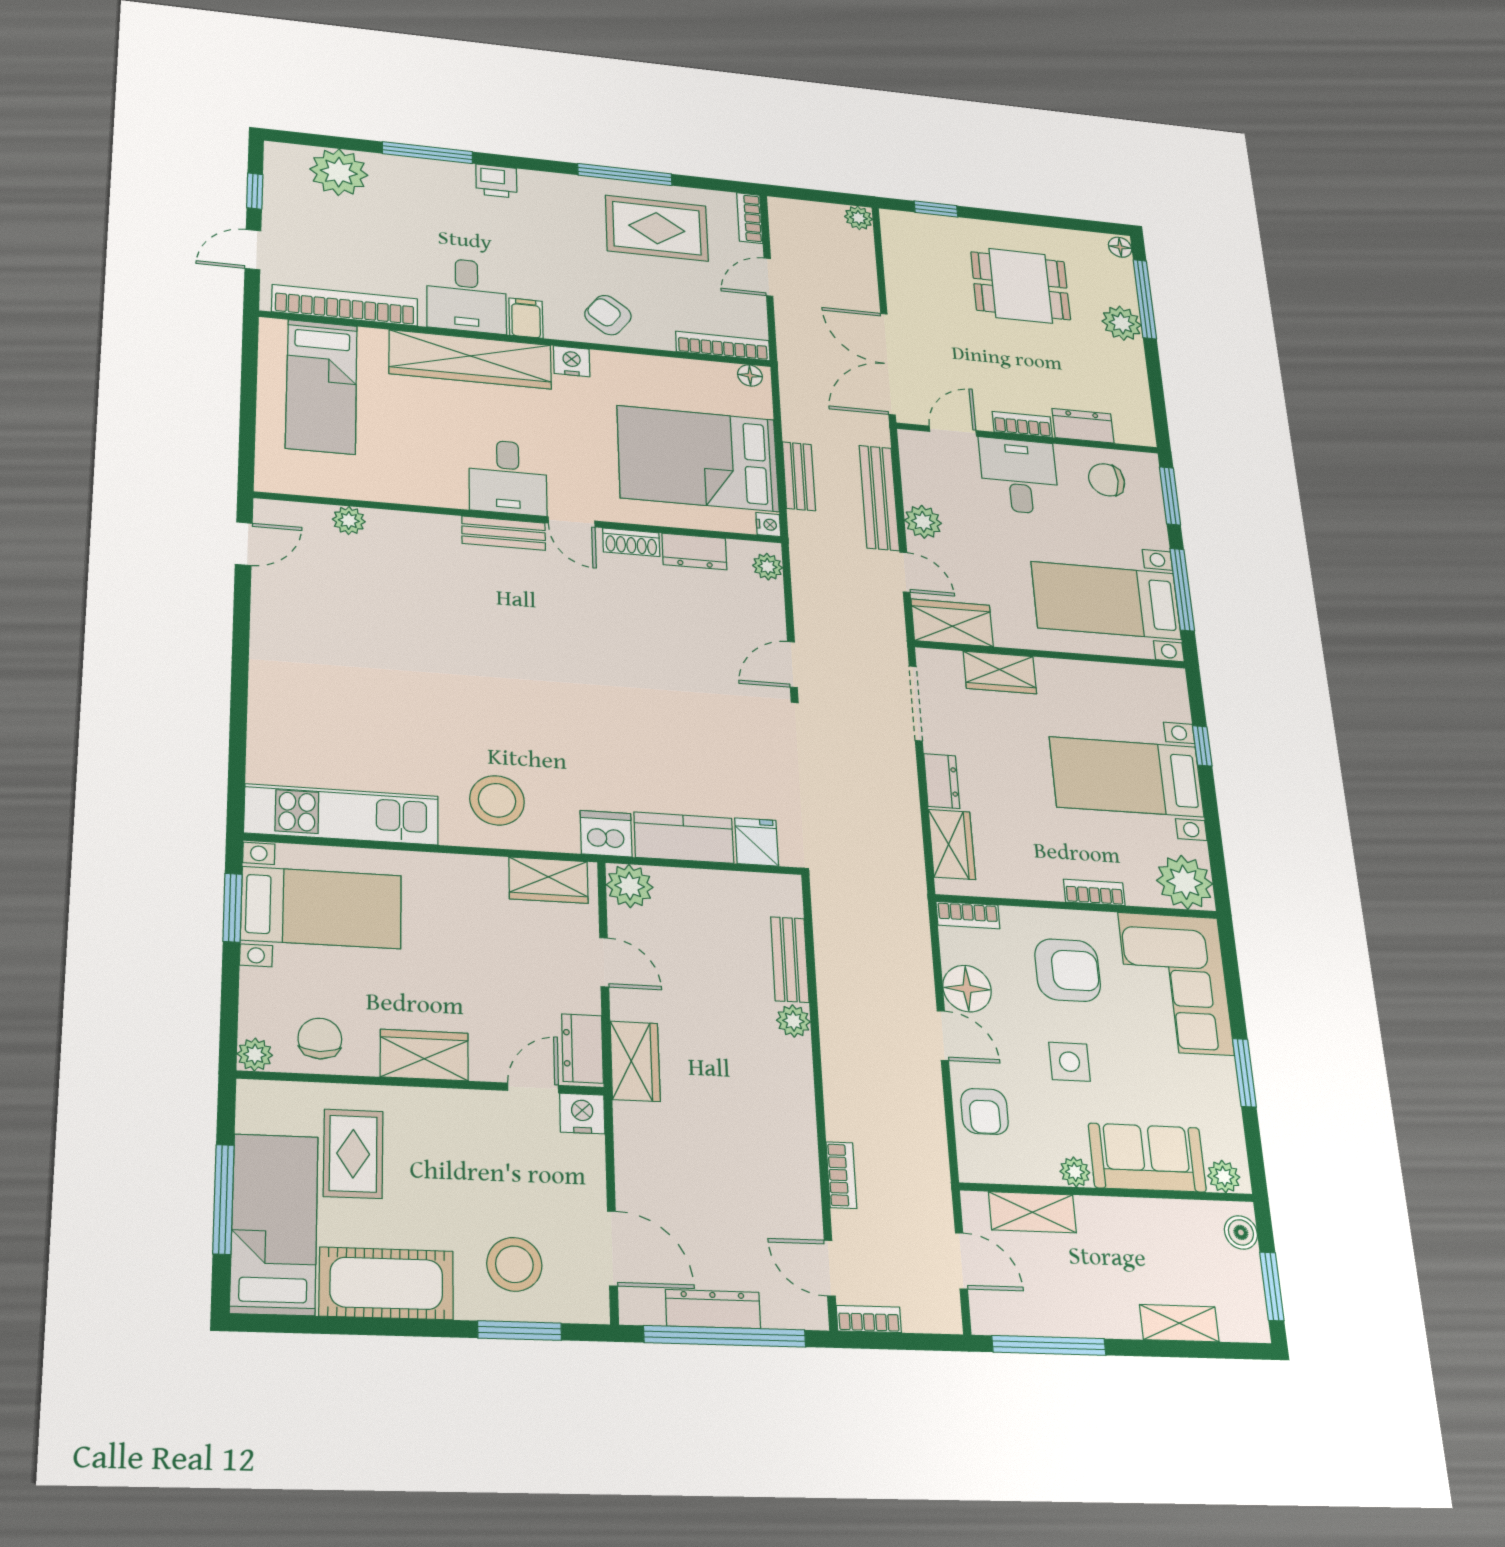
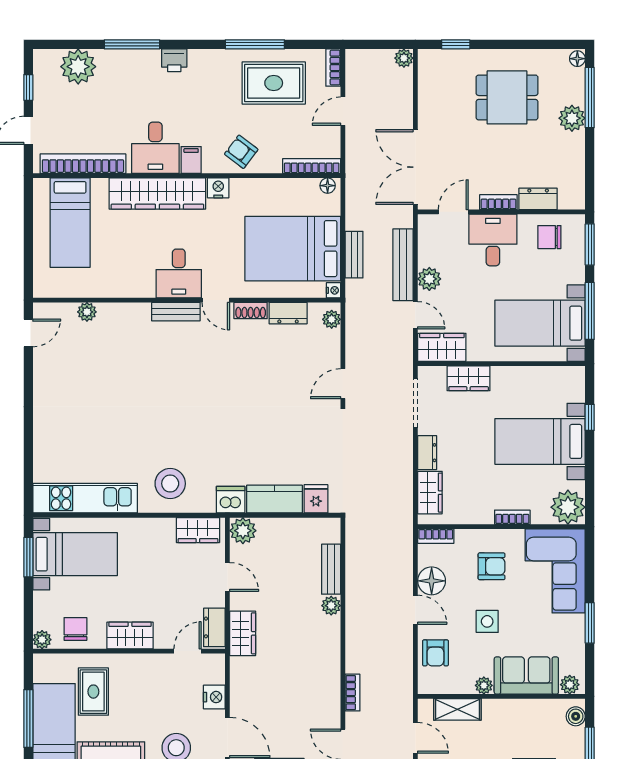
armchair: (1068, 970) -> (492, 566), width x0.72, depth x0.72
nightstand: (582, 1113) -> (214, 697), moved, turned 90

